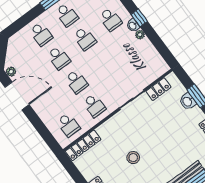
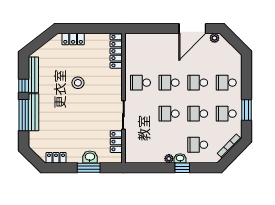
school desk: (68, 125) -> (169, 114), moved

